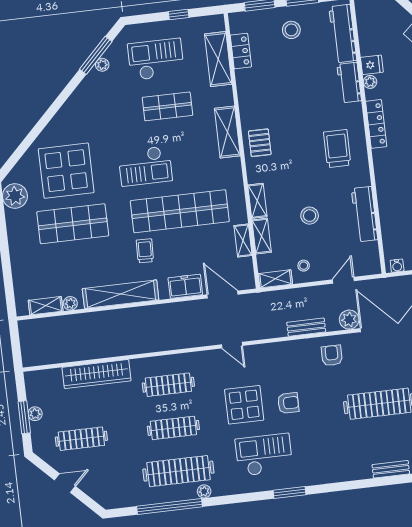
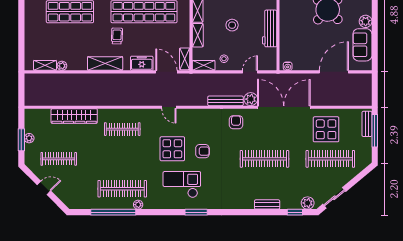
shelving: (243, 240) -> (185, 59), moved
shelving: (121, 294) -> (105, 64), width x0.68
bench: (306, 327) -> (226, 101), width x1.36
clothes rail: (173, 428) -> (122, 159), removed

